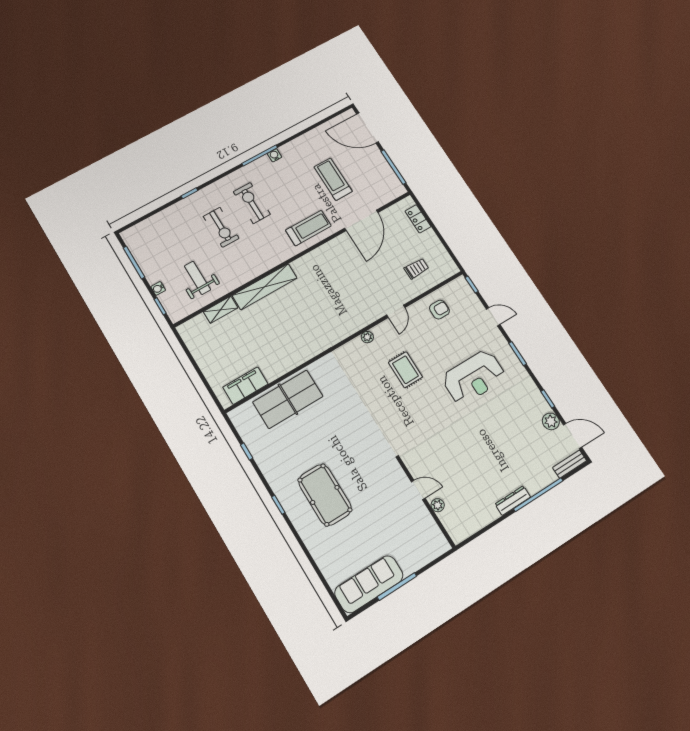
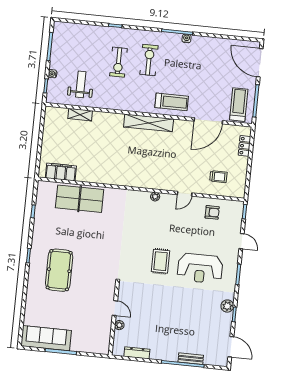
treadmill: (333, 179) -> (239, 105), moved
shelving: (265, 287) -> (149, 123), moved
rug: (405, 370) -> (160, 261), moved
plant: (551, 421) -> (227, 306), moved
bench: (570, 464) -> (191, 359), moved
dresser: (513, 501) -> (137, 353), moved

